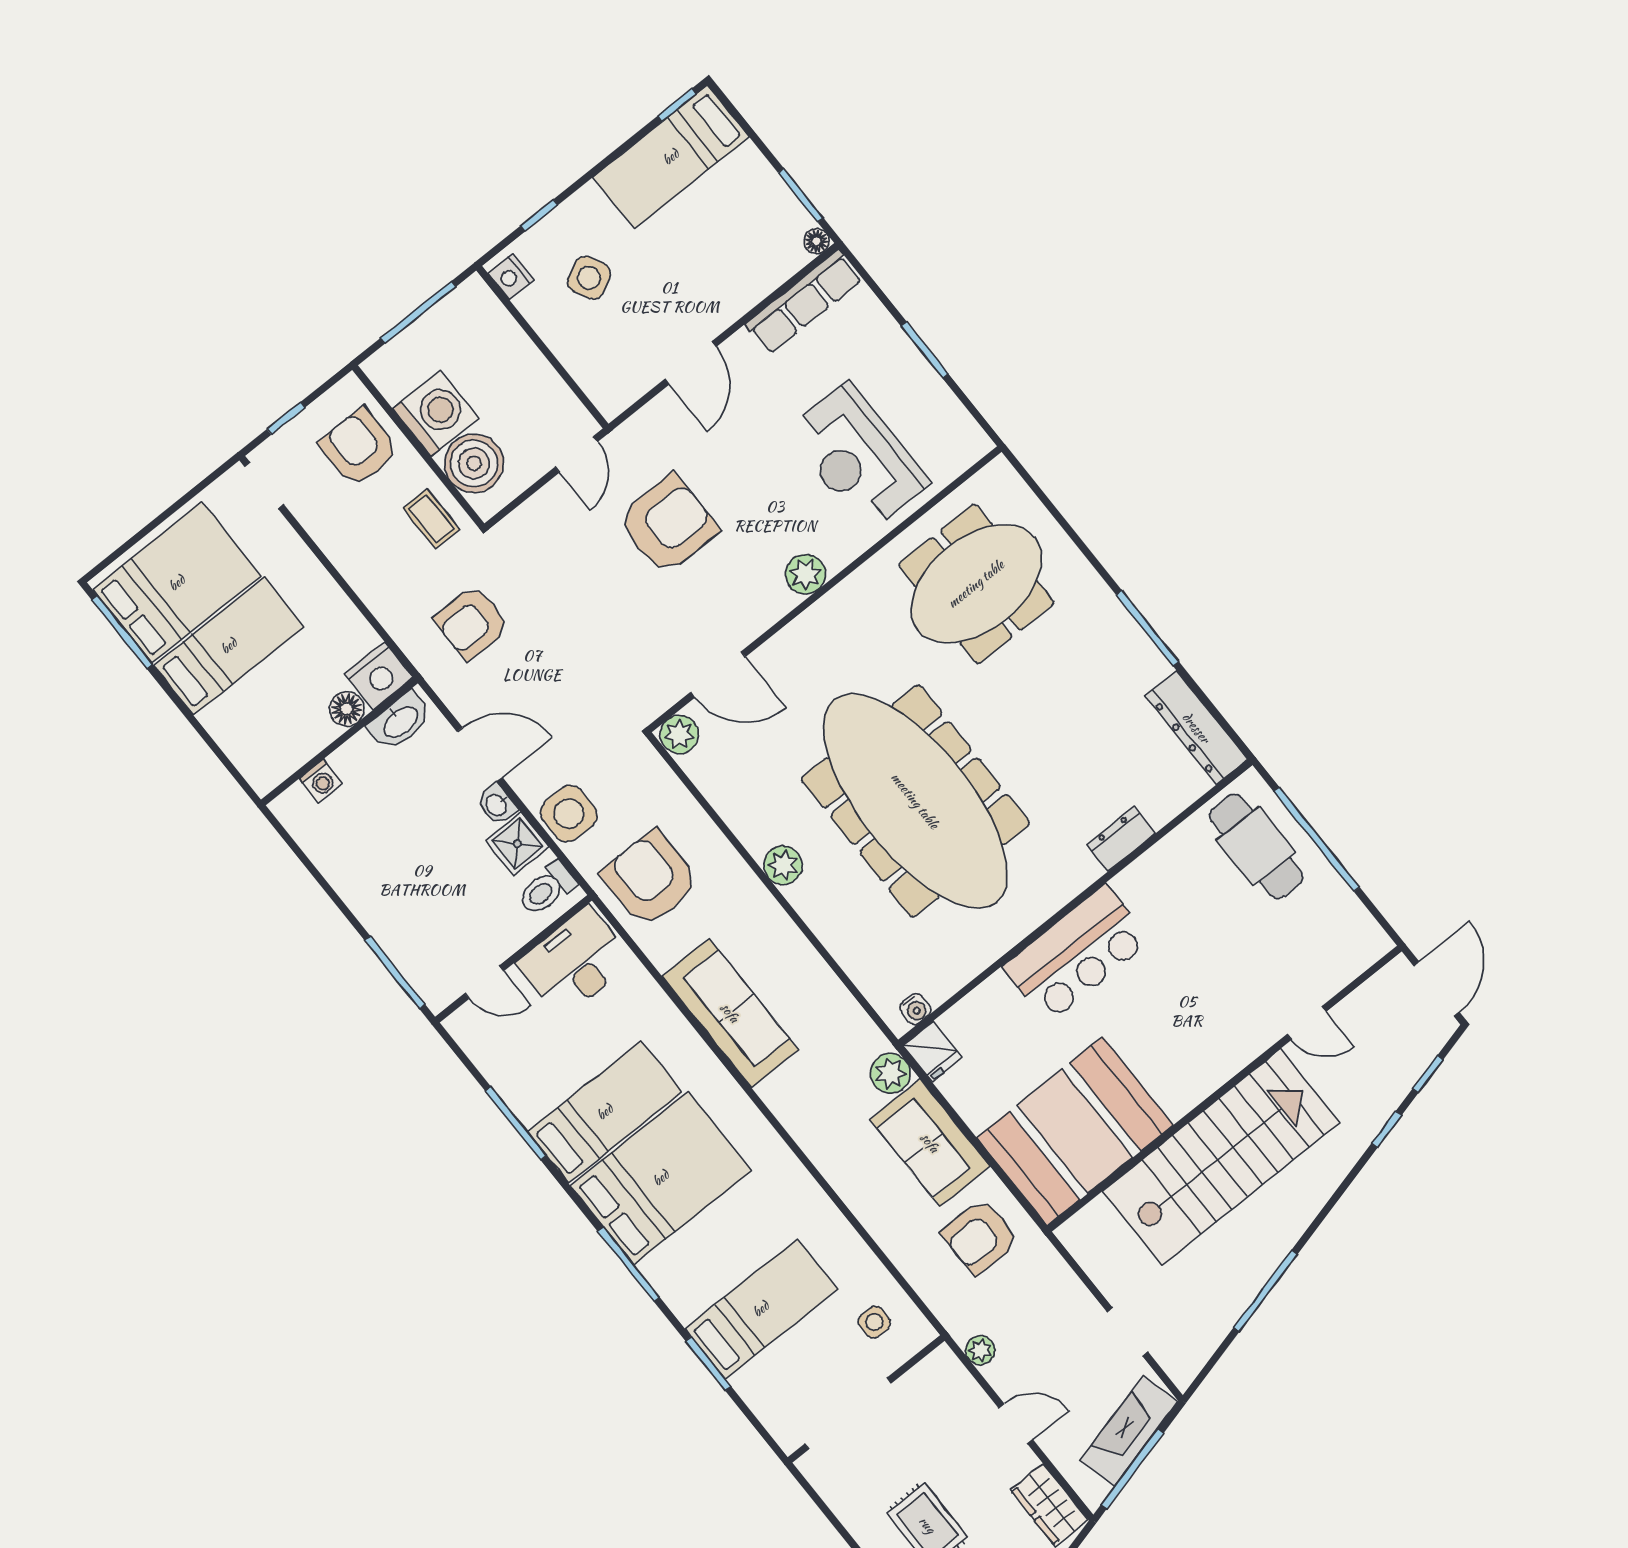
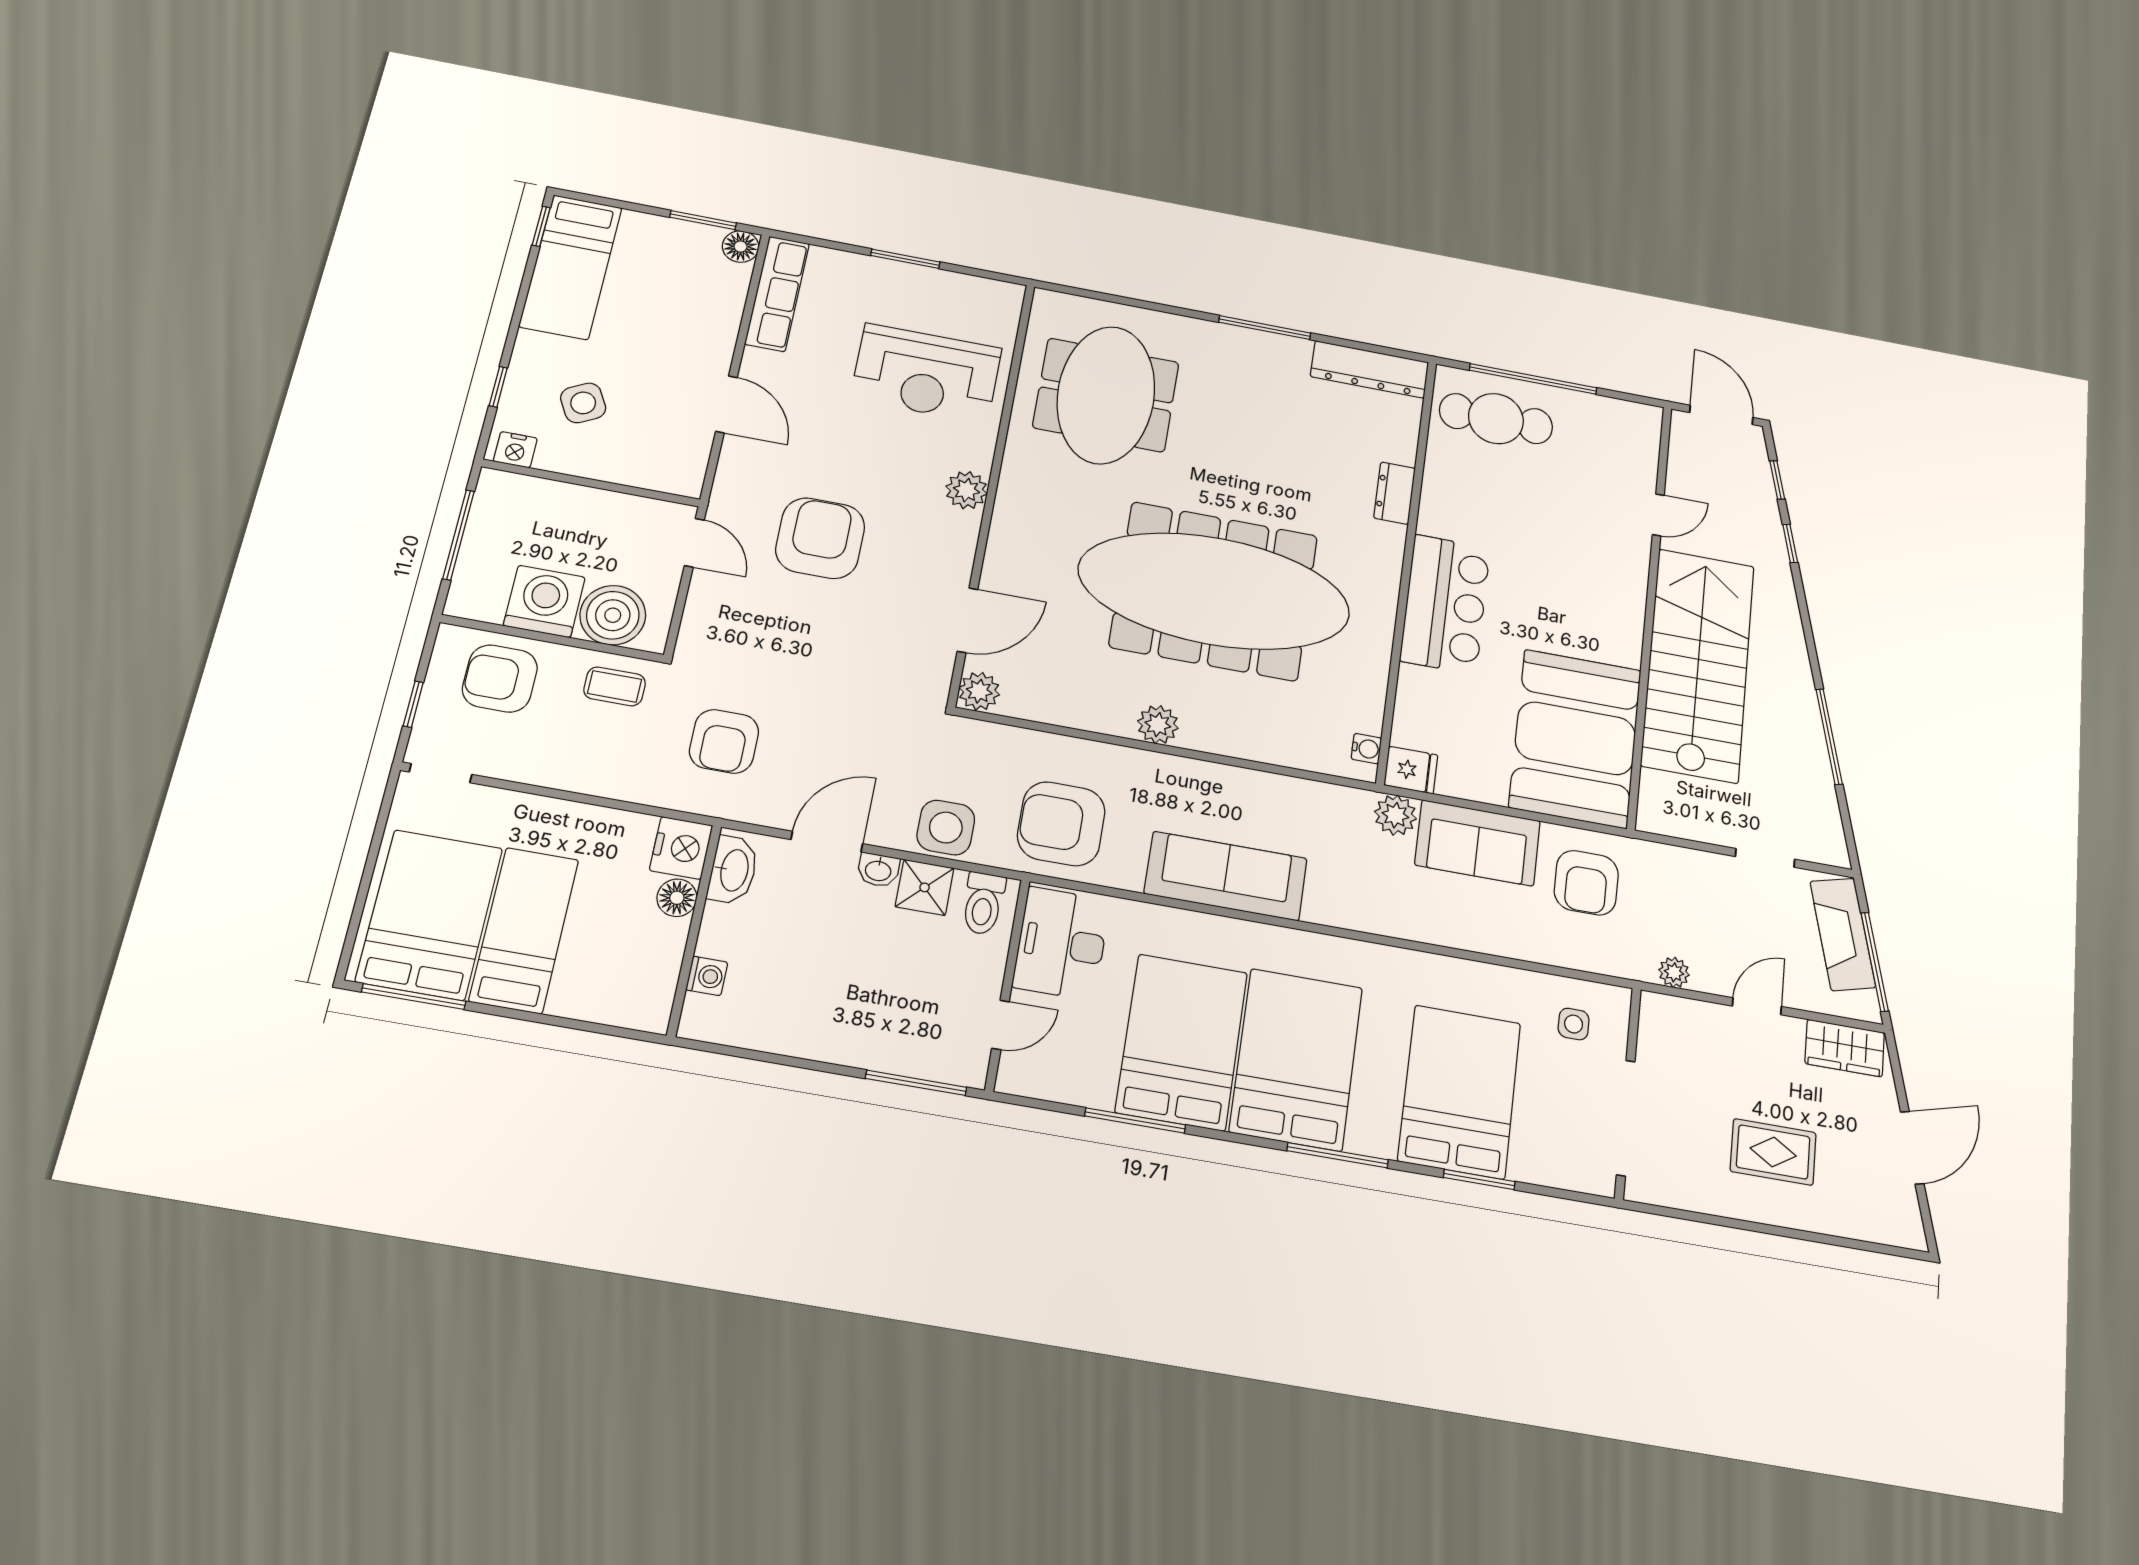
floor lamp: (817, 241) -> (741, 247), width x1.37, depth x1.37
bed: (605, 1112) -> (1182, 1042), width x1.50
bed: (761, 1309) -> (1459, 1092), width x1.50

